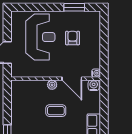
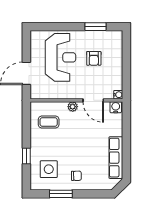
armchair: (73, 38) -> (94, 58), turned 180
coffee table: (56, 111) -> (49, 122), moved

